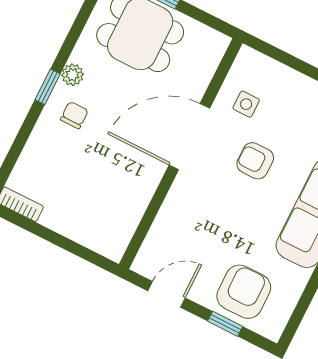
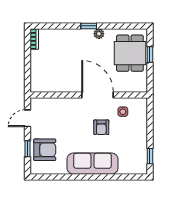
chair: (74, 115) -> (83, 43), removed
armchair: (255, 161) -> (101, 127), turned 180
door: (166, 294) -> (28, 118), swing flipped

